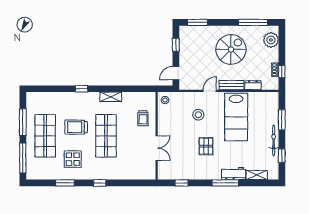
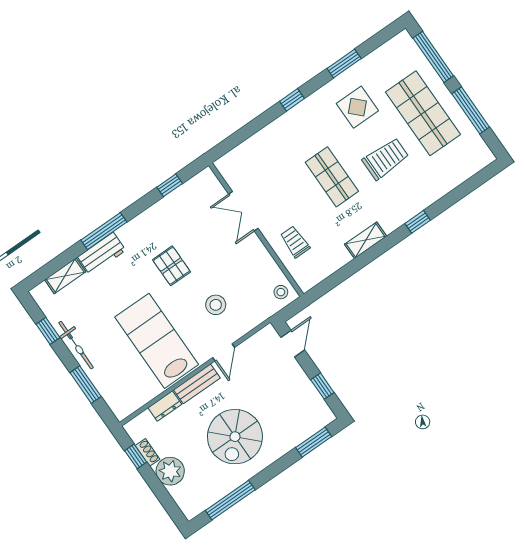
plant: (271, 40) -> (170, 471), moved
shop shelf: (106, 136) -> (332, 177), width x0.70, depth x0.74

